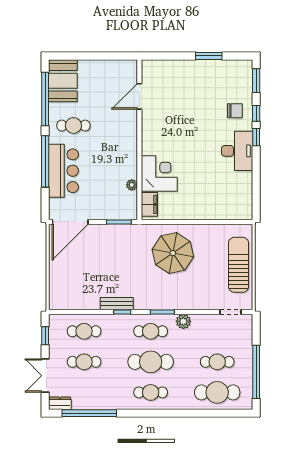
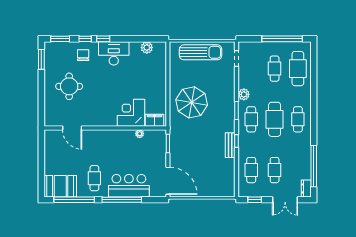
window: (209, 56) -> (41, 59), moved
round table: (194, 92) -> (69, 86), added
plant: (245, 194) -> (147, 48), added
sun lounger: (239, 265) -> (201, 52), turned 180

